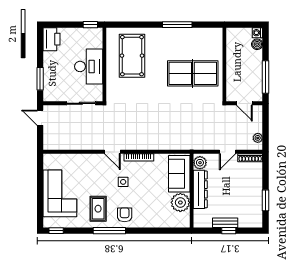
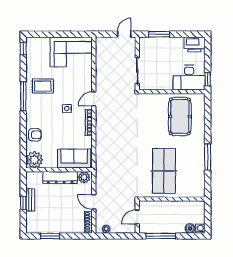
pool table: (132, 56) -> (180, 116), turned 90
desk: (89, 66) -> (189, 78), moved
corner sofa: (60, 193) -> (71, 52), moved
plant: (180, 202) -> (34, 160), moved
armchair: (125, 215) -> (35, 135), moved

